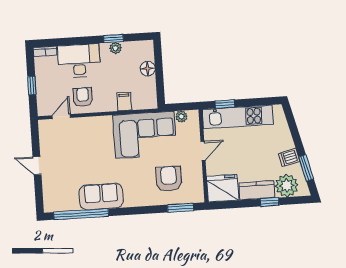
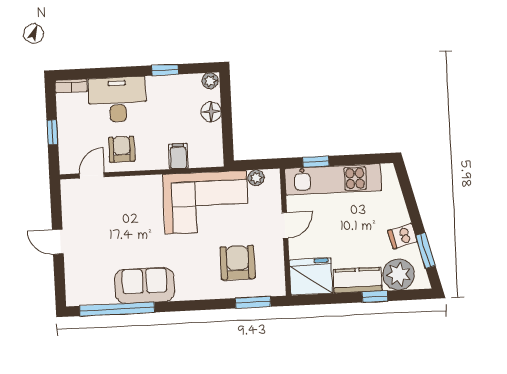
plant: (116, 48) -> (210, 81), moved

